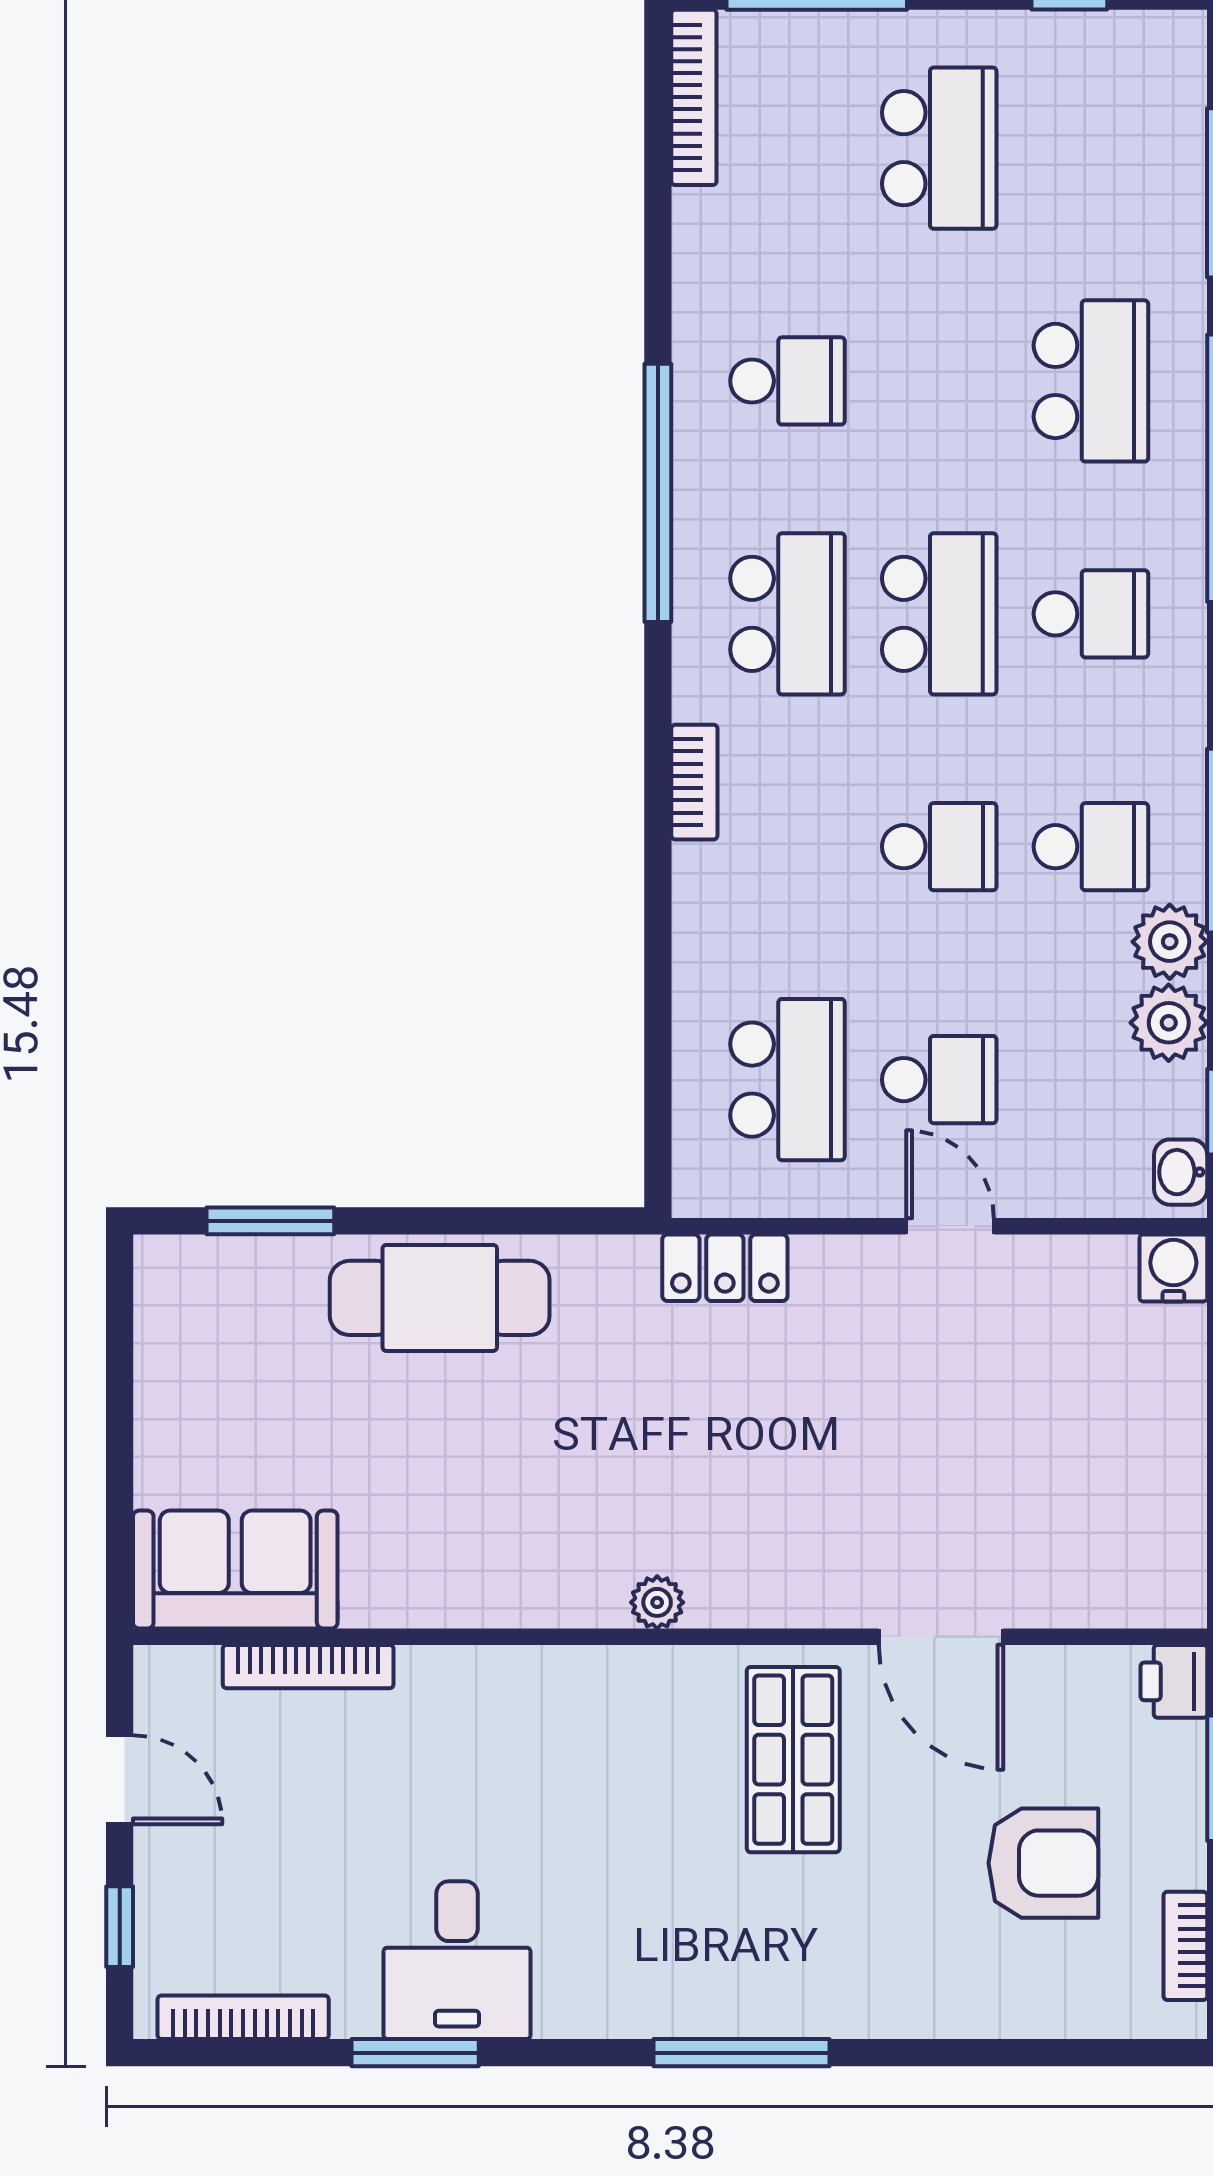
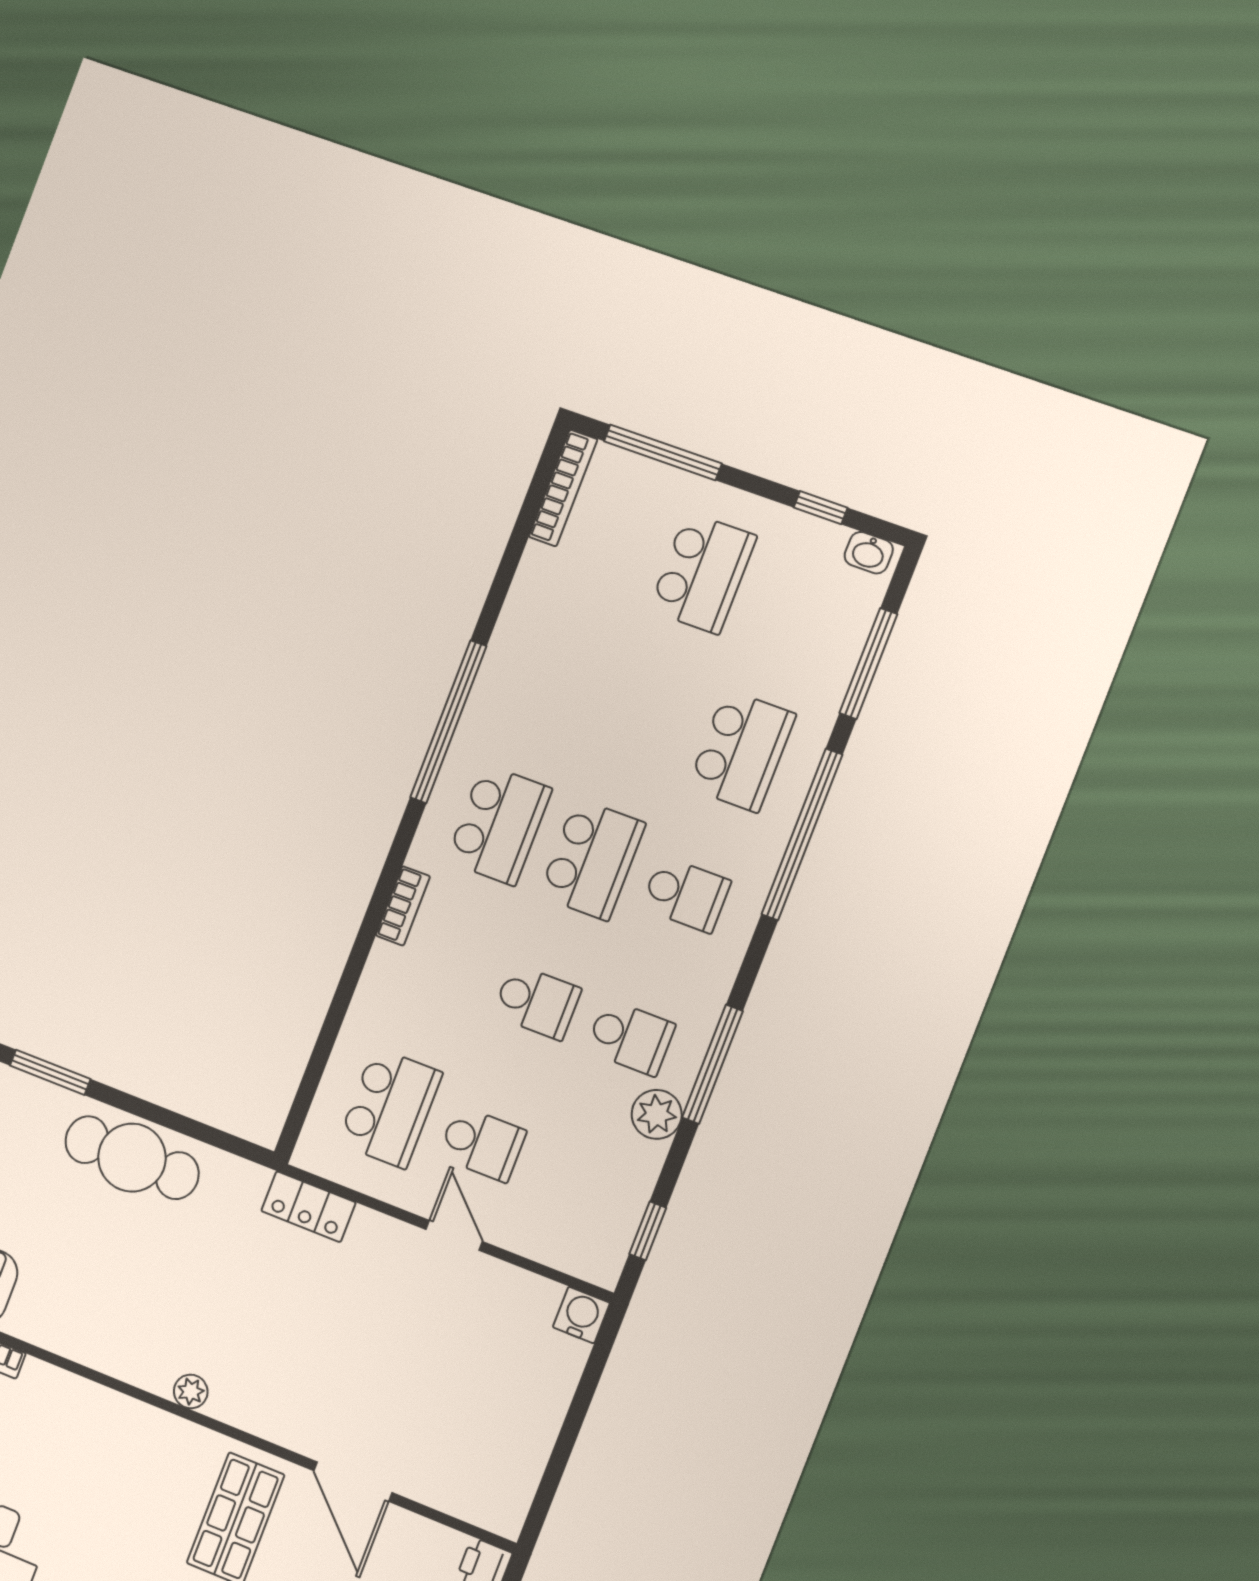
school desk: (787, 381) -> (554, 682), removed
plant: (1169, 1023) -> (637, 1164), removed
washbasin: (1181, 1172) -> (869, 553), moved, turned -90

